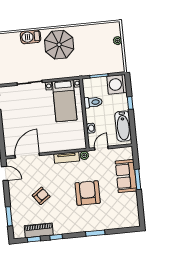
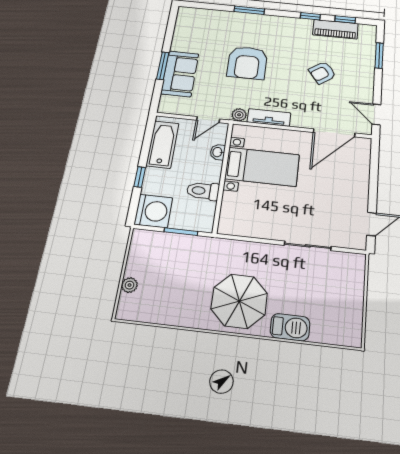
bed with nightstands: (65, 101) -> (262, 167), moved, turned 90

